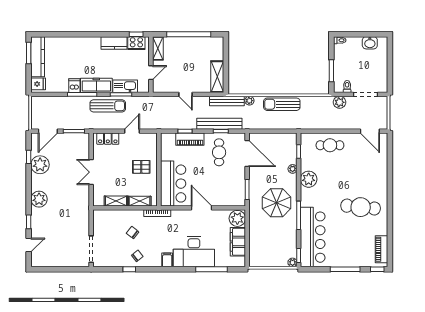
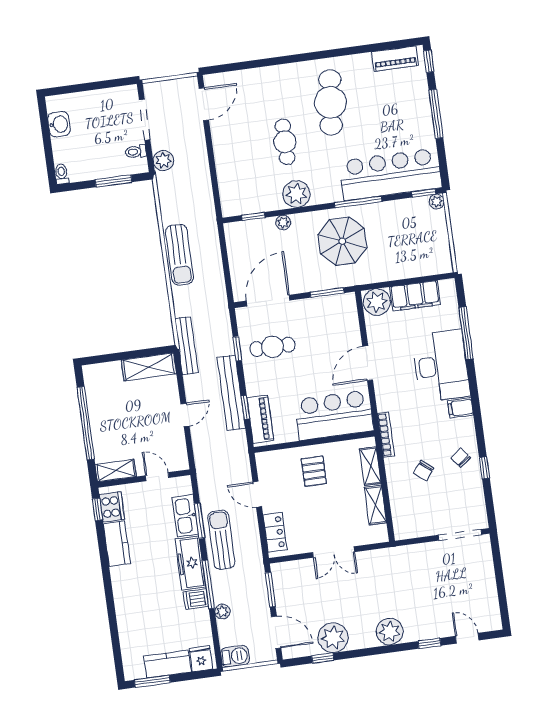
kitchen counter: (38, 57) -> (168, 664), width x0.67
plant: (249, 101) -> (222, 612), moved
barbecue: (37, 104) -> (235, 656), added
bench: (219, 124) -> (231, 393), moved
piano: (190, 139) -> (260, 419), moved
cafe table: (330, 145) -> (285, 142), moved

